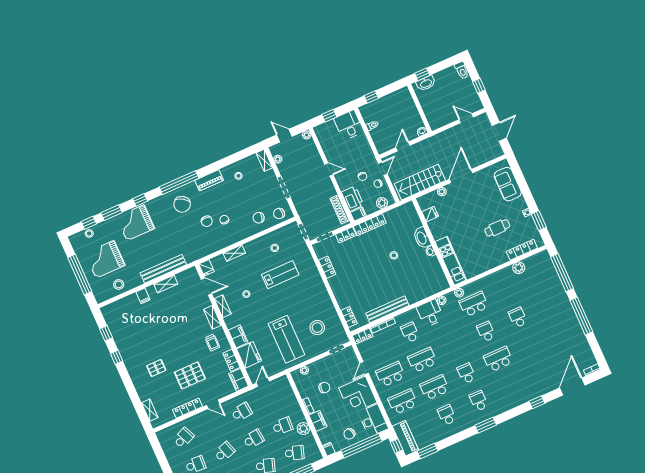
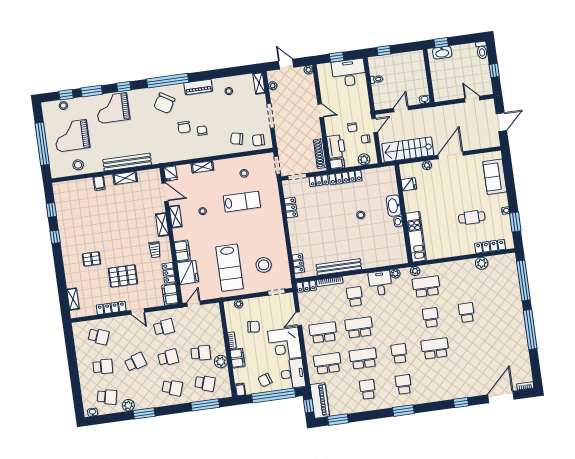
desk: (349, 125) -> (349, 73), width x1.37
school desk: (184, 438) -> (99, 336), turned 45

